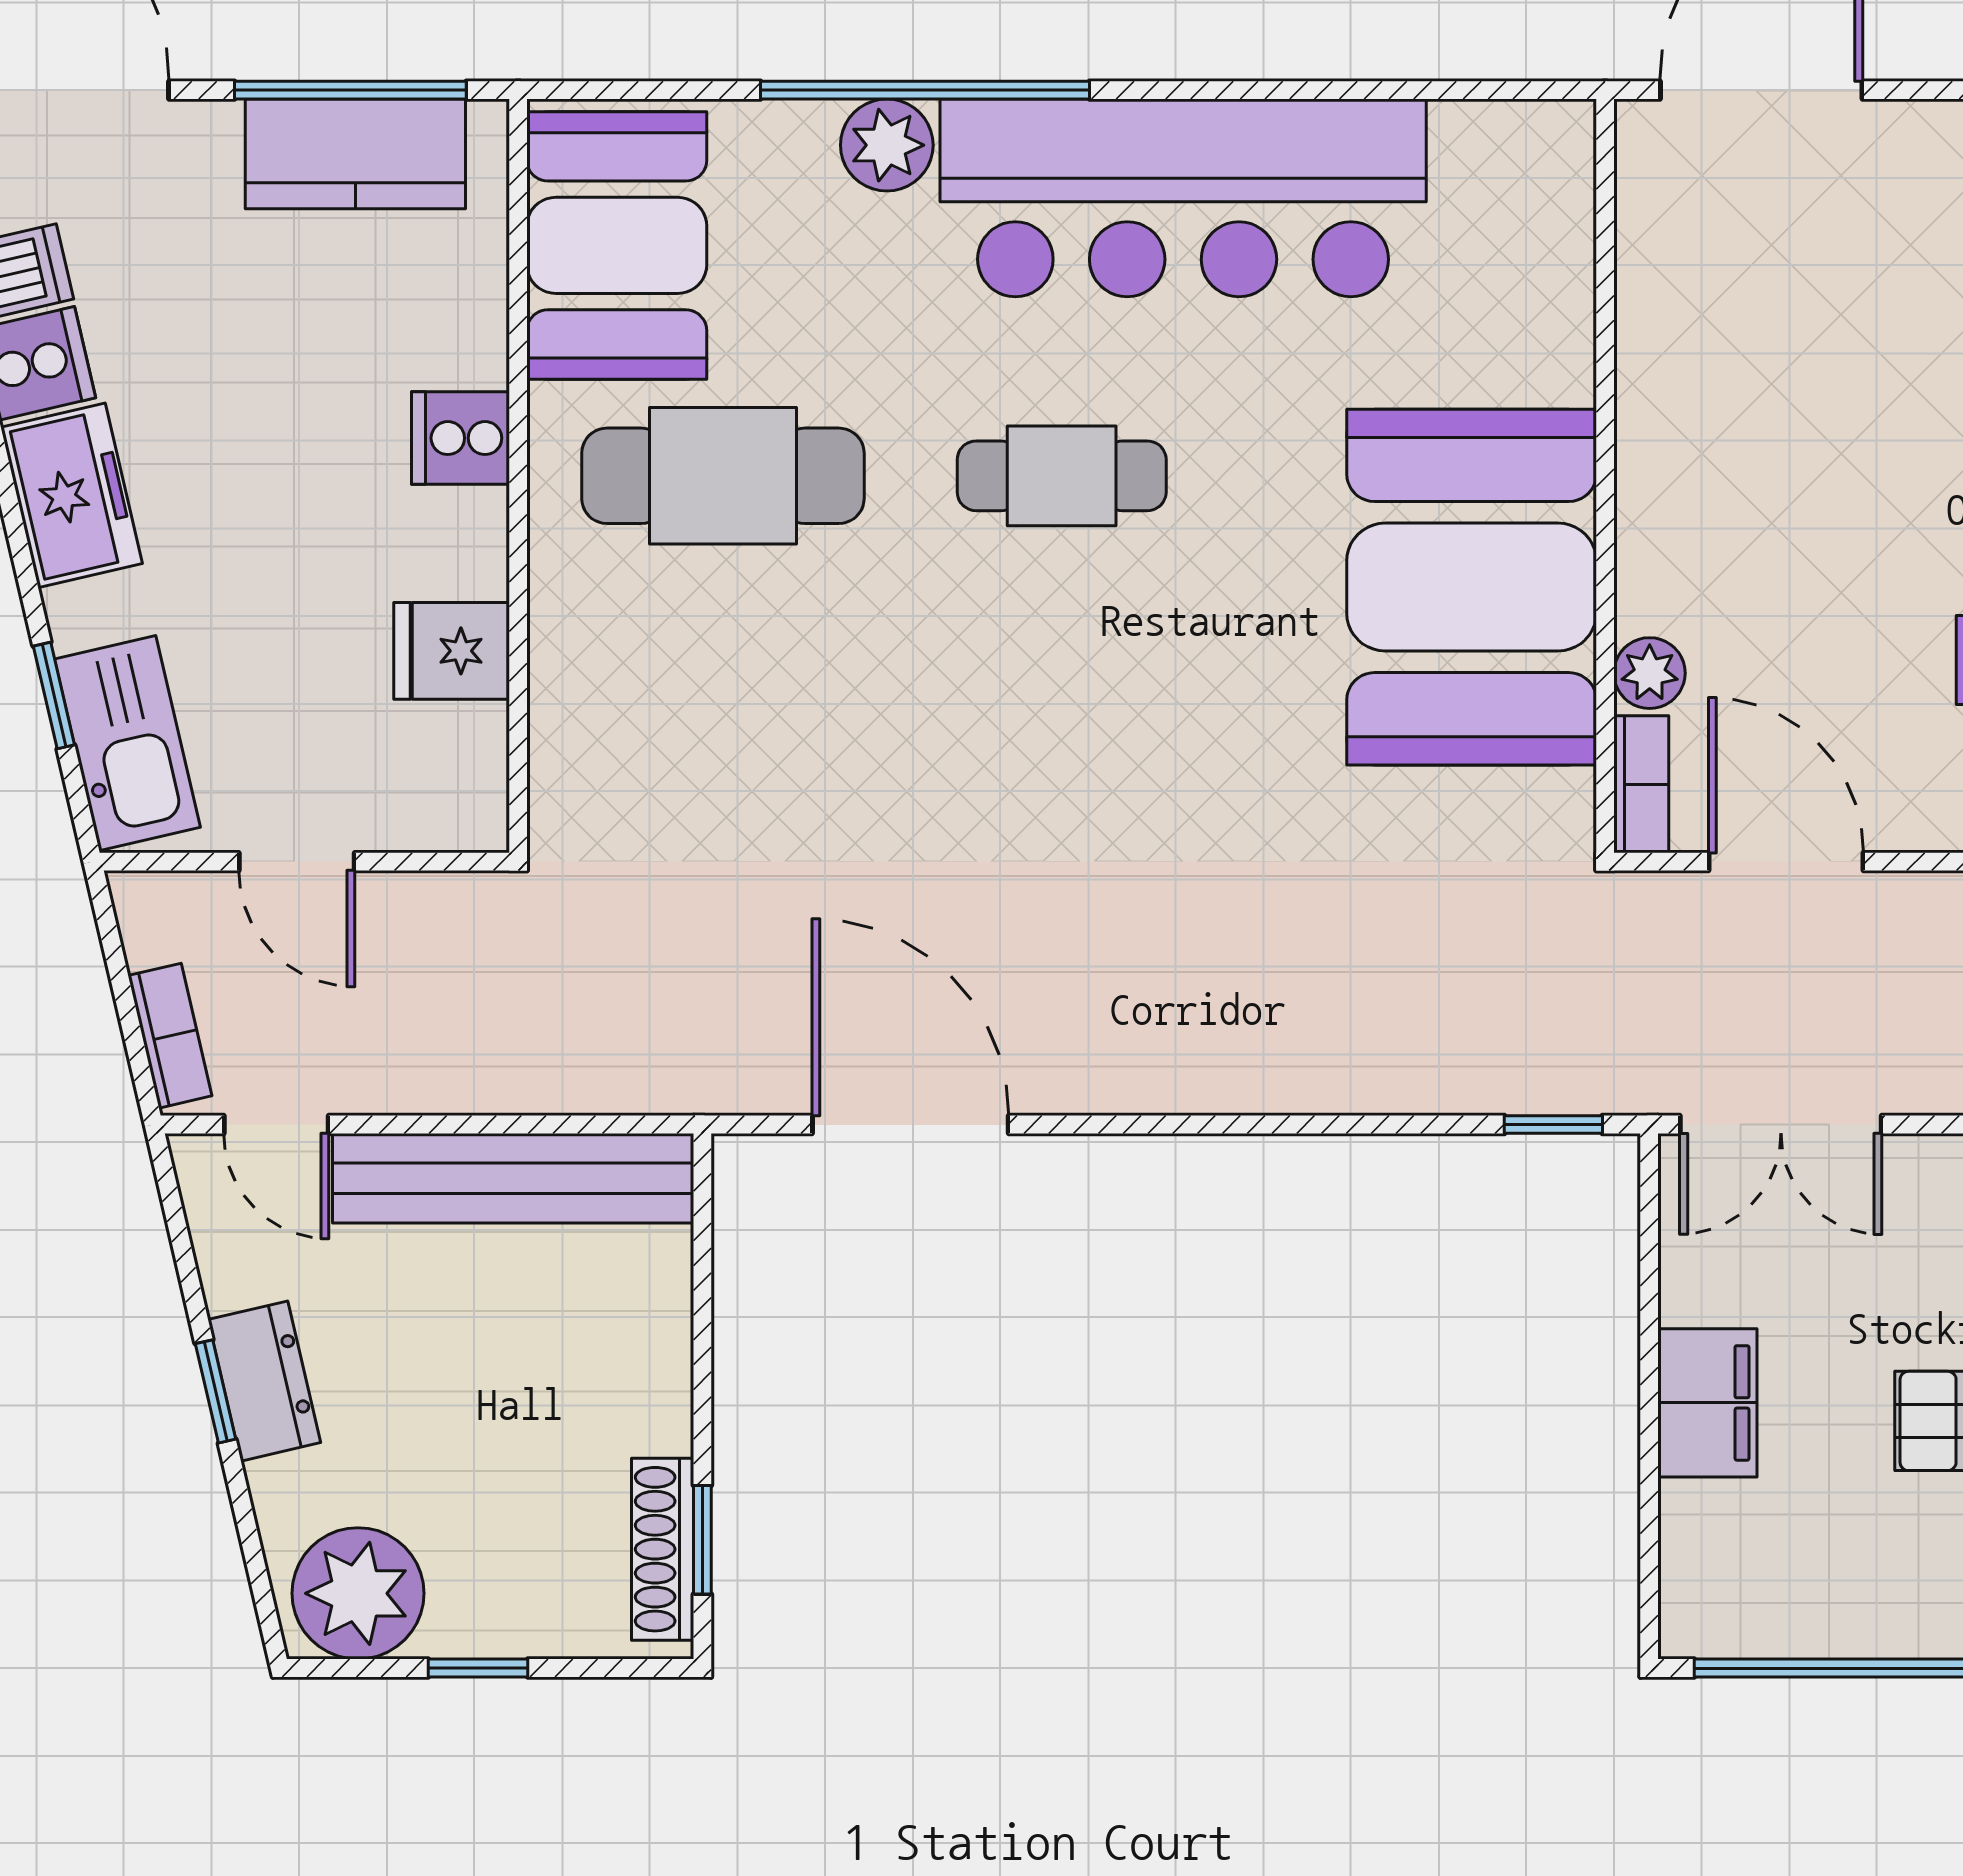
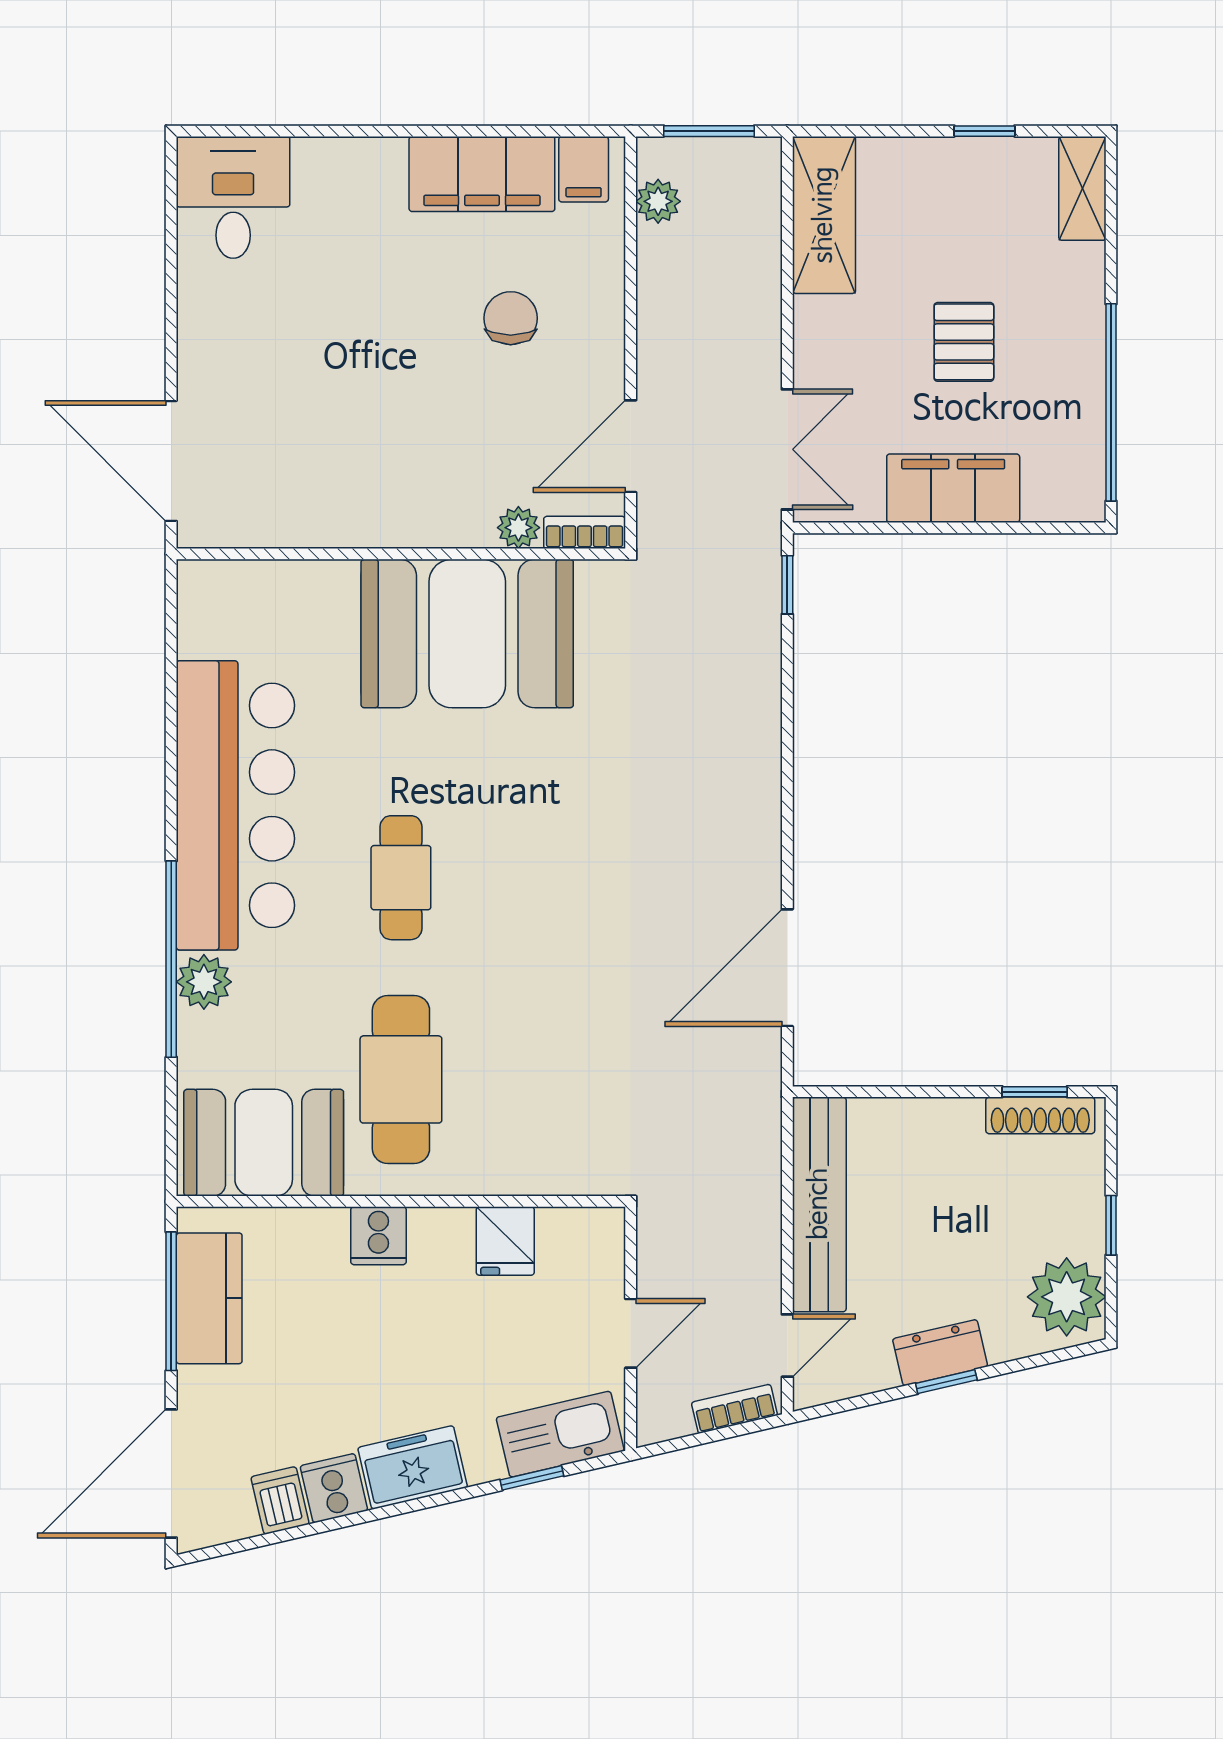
filing cabinet: (1707, 1403) -> (953, 488), width x1.50, depth x1.17

